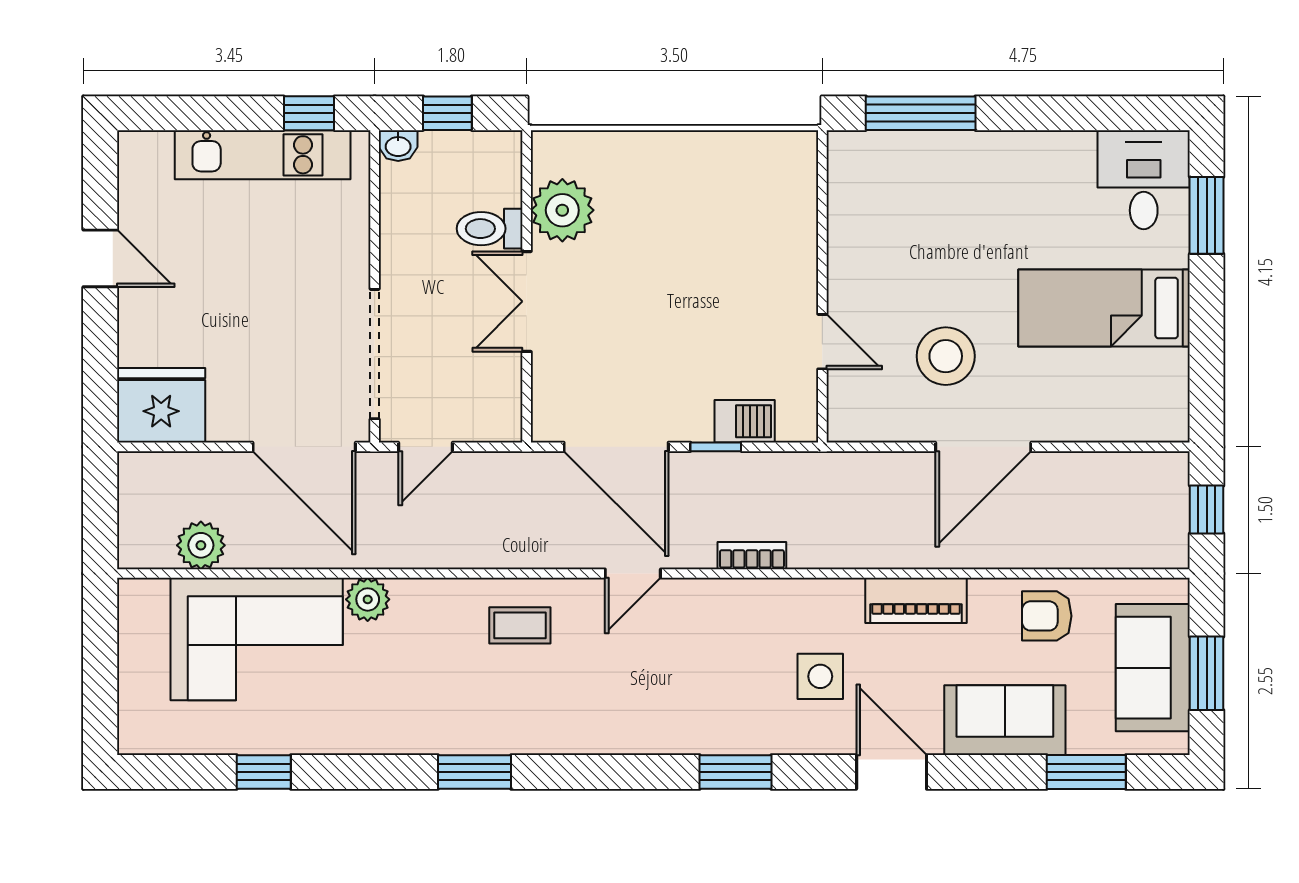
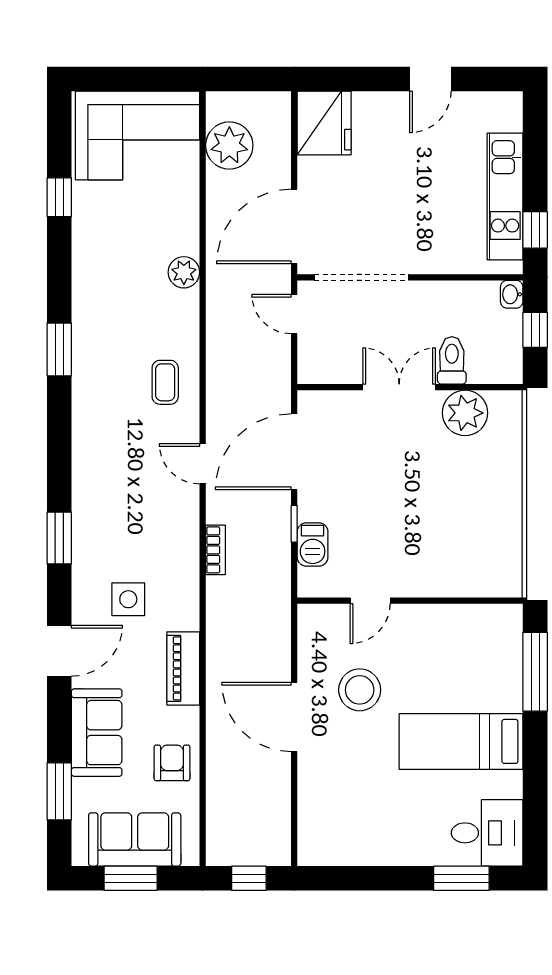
bed: (1104, 308) -> (461, 741), moved, turned -90
plant: (201, 545) -> (229, 145), width x1.36, depth x1.36
corner sofa: (257, 639) -> (137, 136), moved, turned -90

